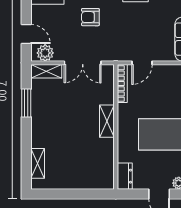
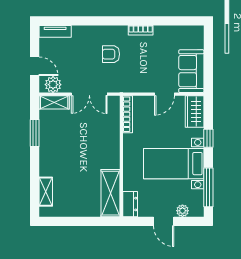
armchair: (90, 17) -> (111, 54), moved
door: (142, 63) -> (164, 94), moved
shelving: (107, 121) -> (111, 193), moved, width x1.50, depth x1.33

